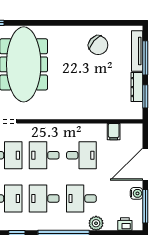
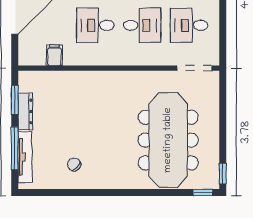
chair: (98, 45) -> (74, 164), width x0.54, depth x0.54

